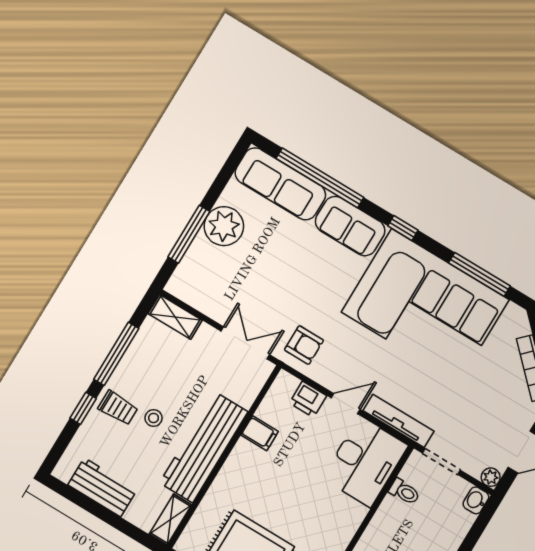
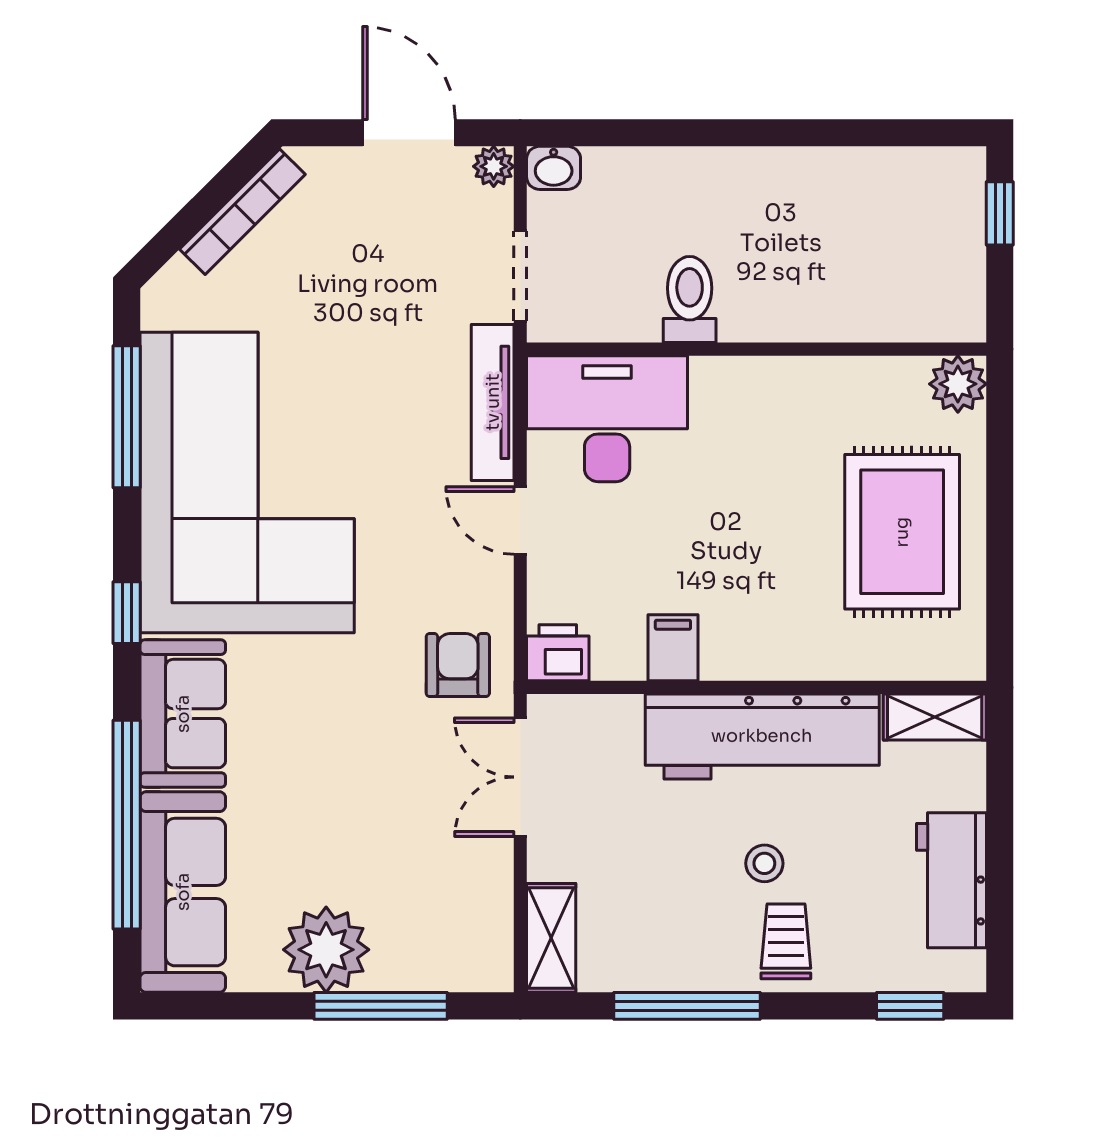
printer: (308, 399) -> (558, 653), moved, turned -90
window: (83, 408) -> (910, 1006), moved
toilet: (404, 492) -> (690, 299), moved, width x1.37, depth x1.39

